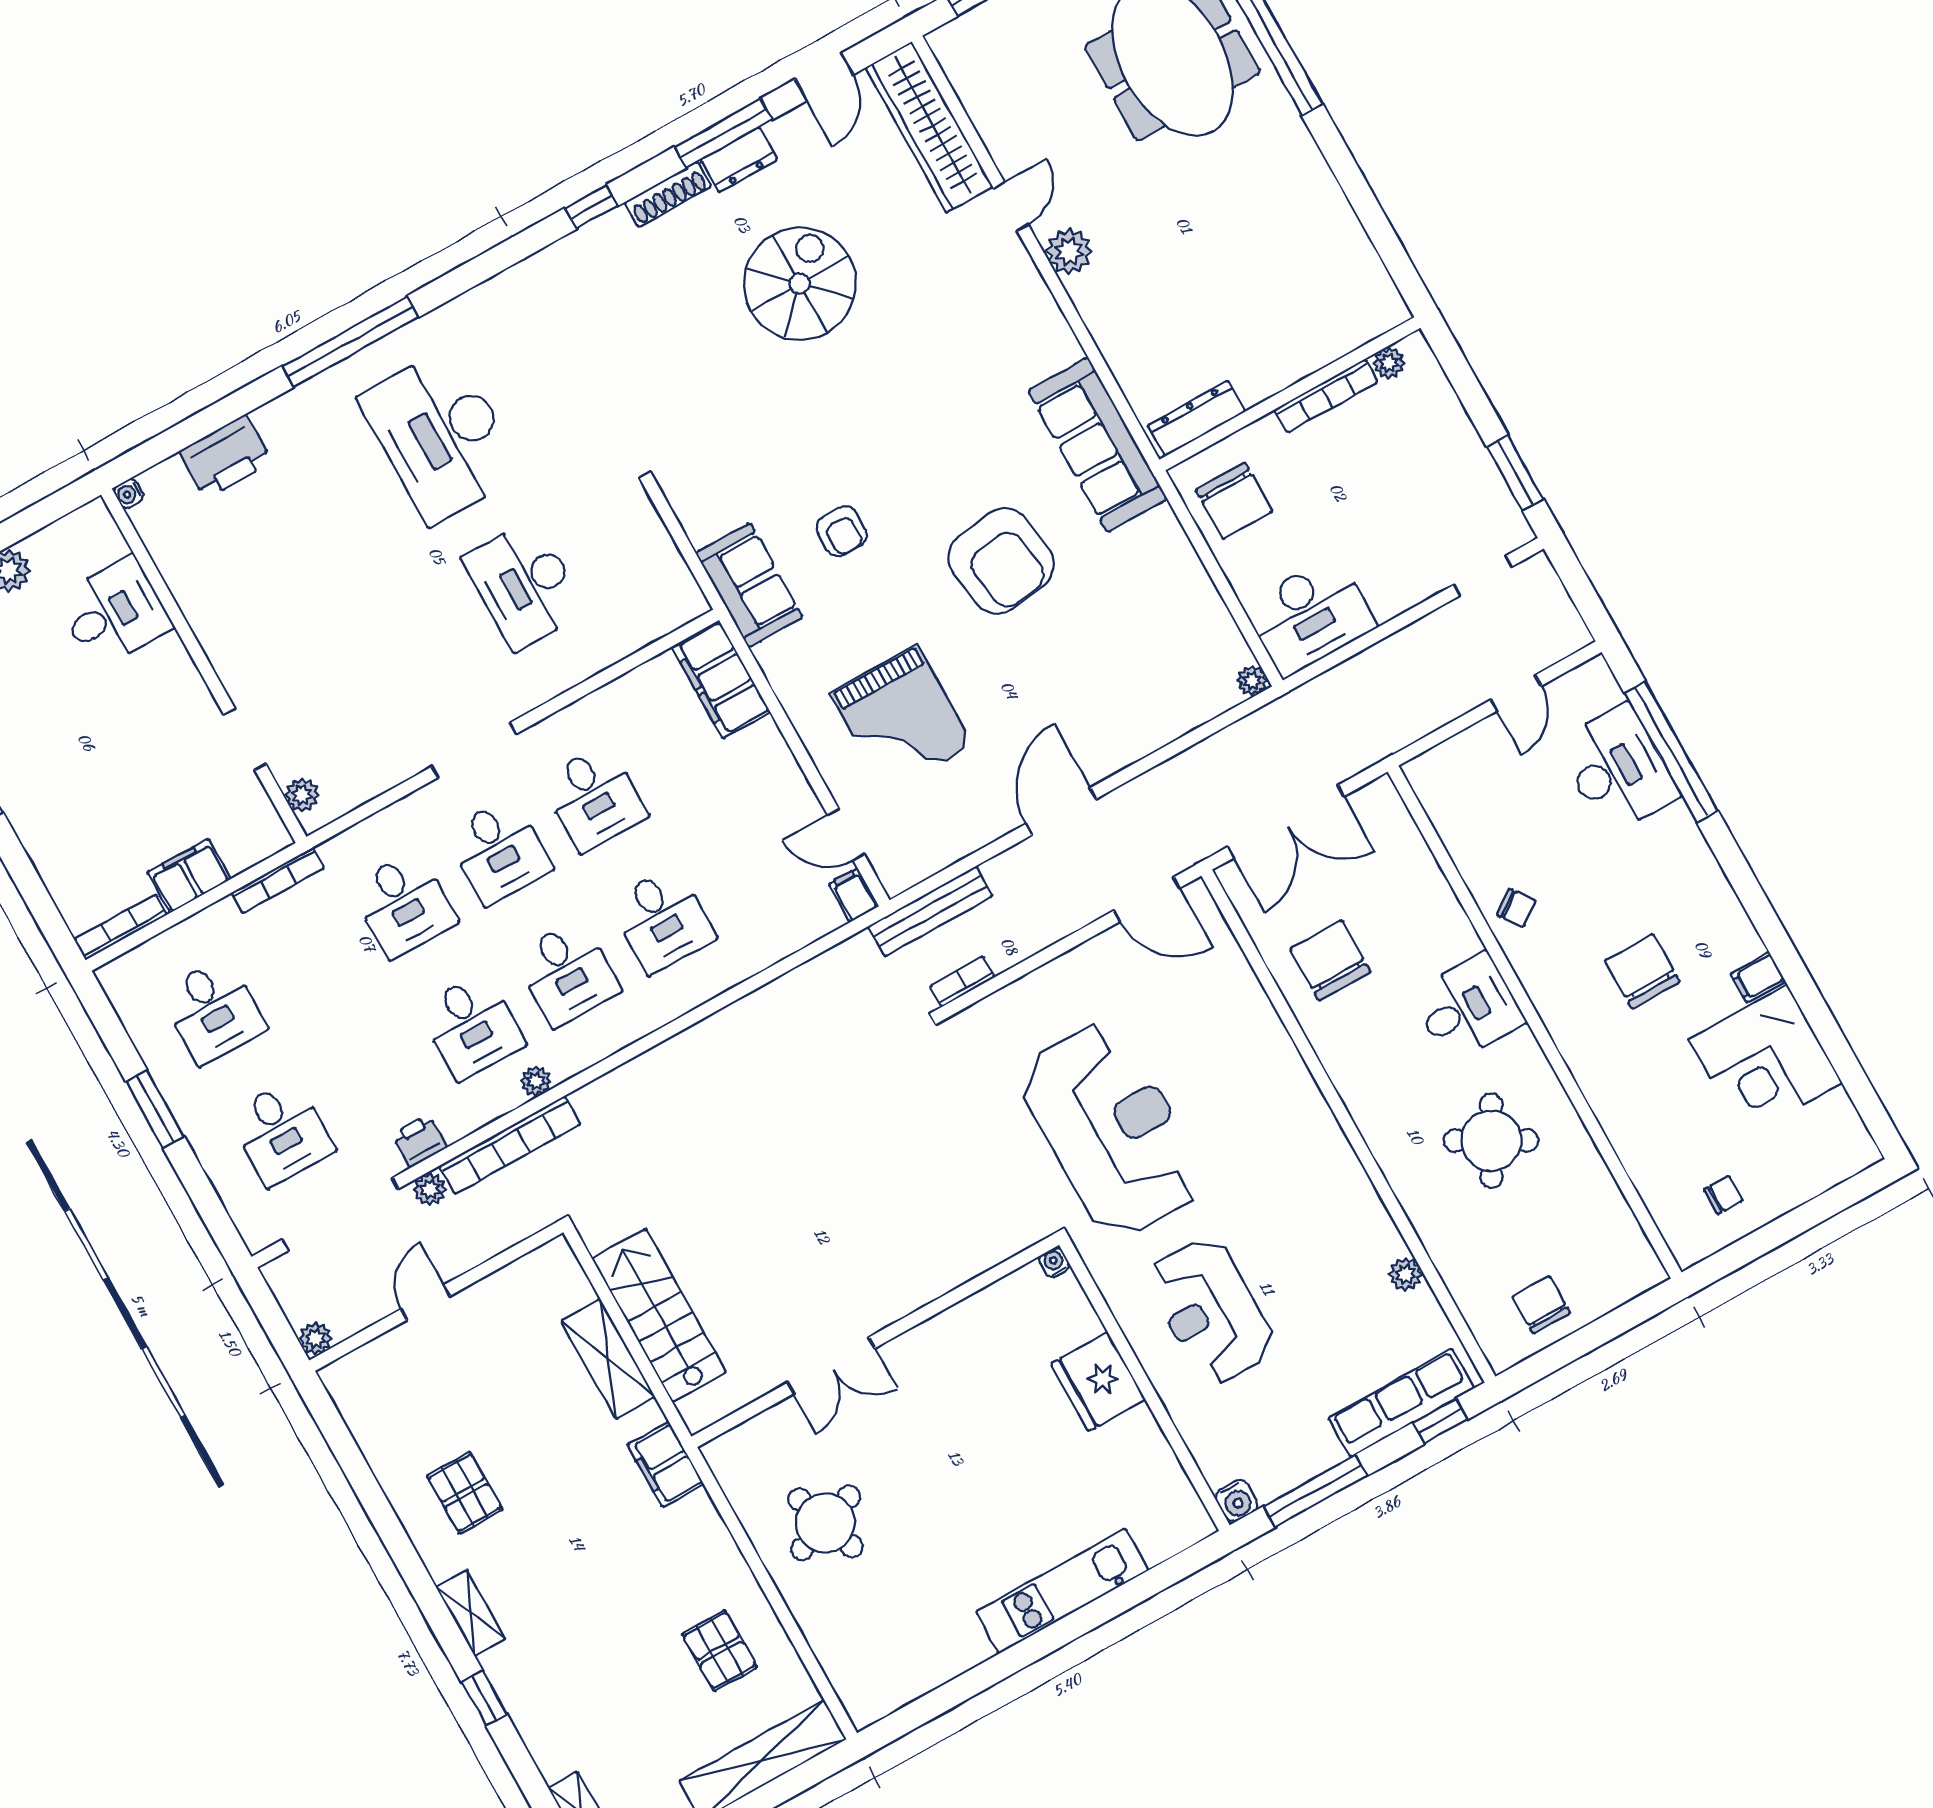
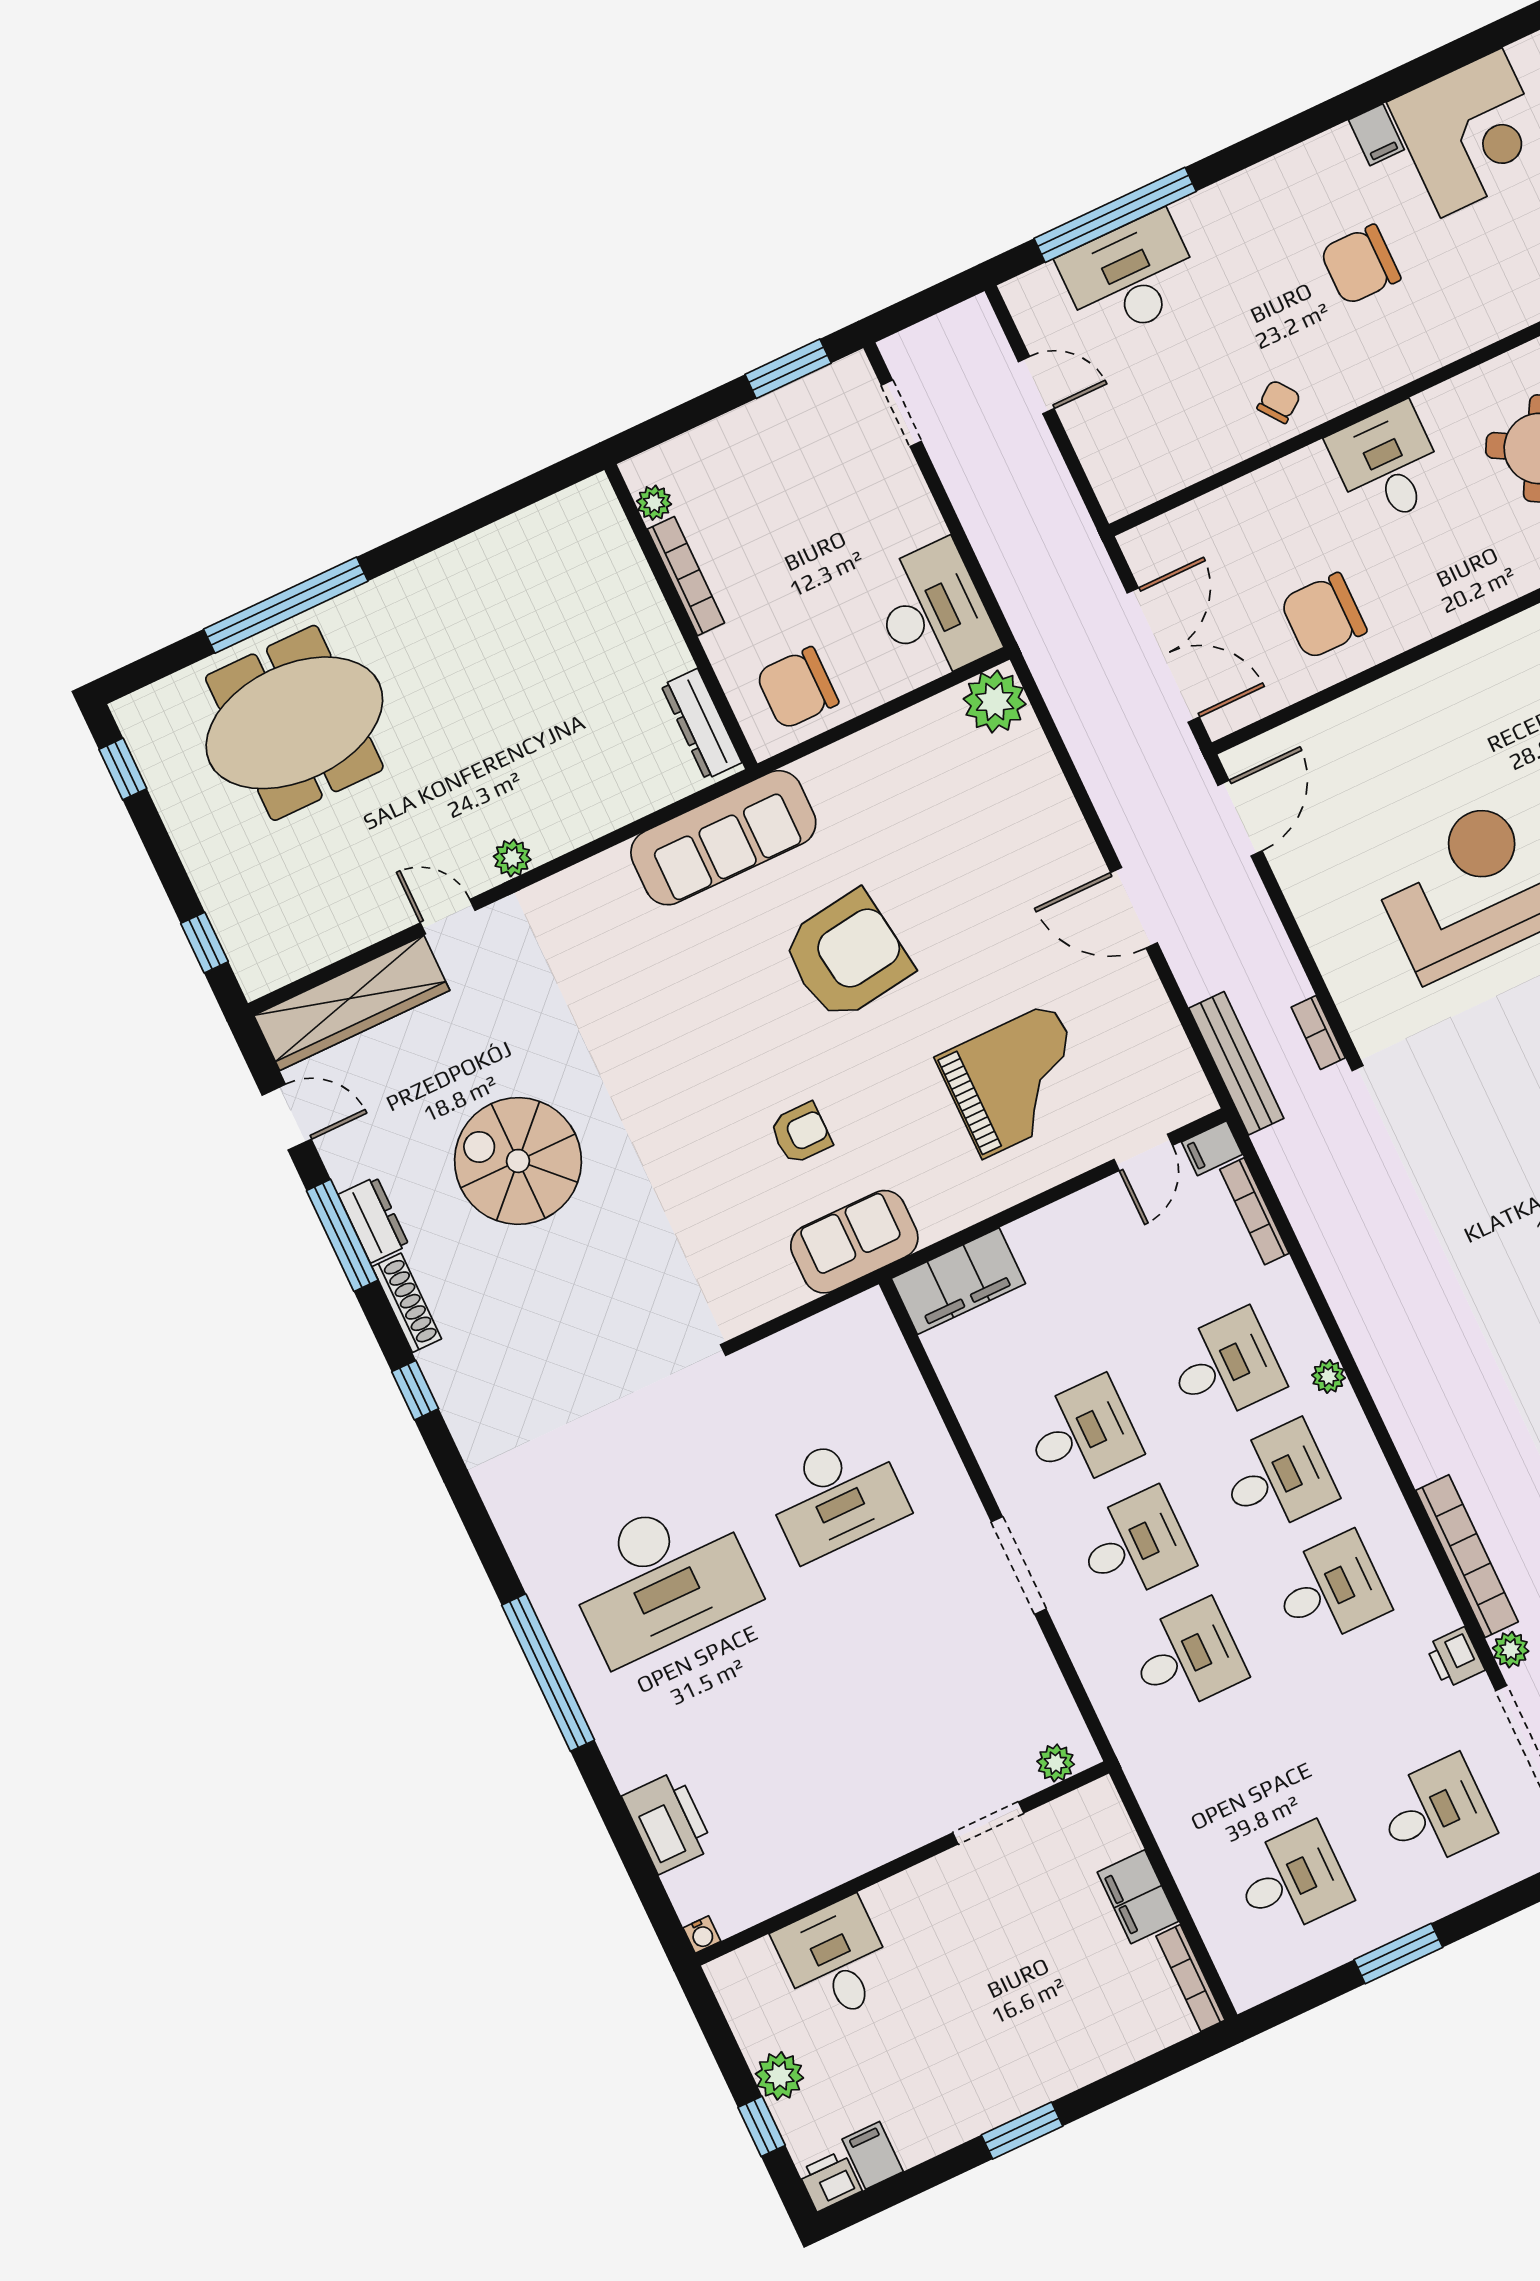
plant: (1069, 251) -> (512, 858), width x0.73, depth x0.73
chair: (1234, 501) -> (797, 688), turned 180
plant: (1252, 681) -> (995, 702), width x1.87, depth x1.87
bookcase: (278, 880) -> (1254, 1211), moved, turned 180
plant: (536, 1081) -> (1328, 1376), moved

